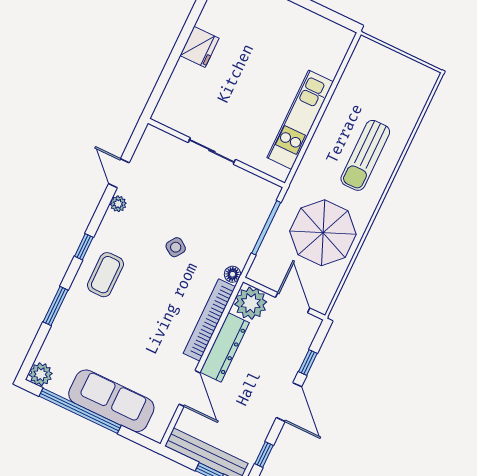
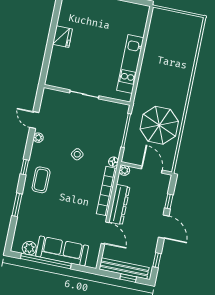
sun lounger: (365, 155) -> (172, 75), removed
plant: (251, 303) -> (124, 170), width x0.53, depth x0.53
plant: (41, 374) -> (29, 248), moved

